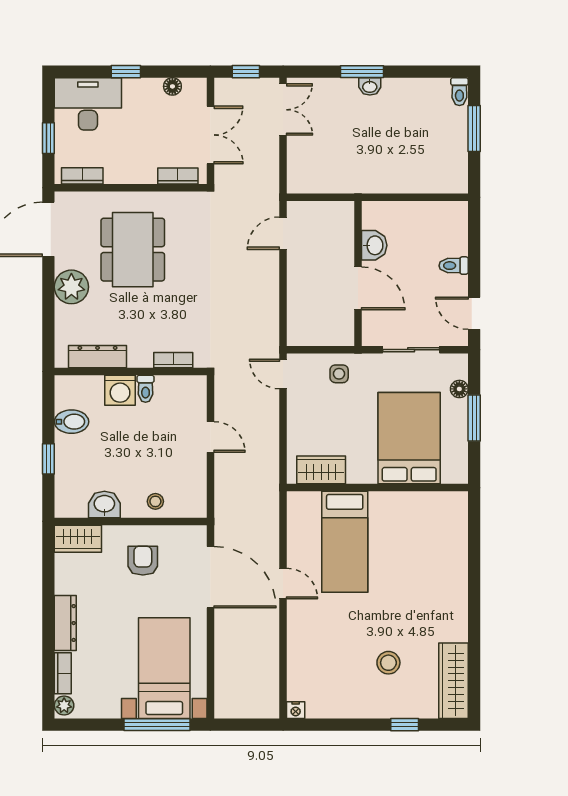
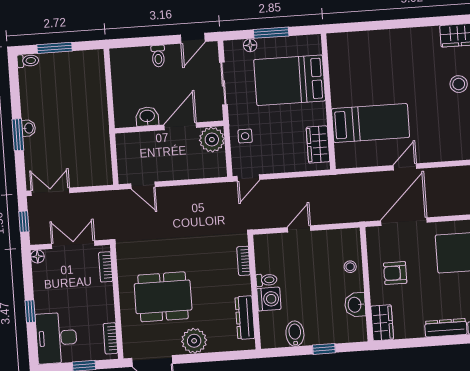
floor lamp: (172, 86) -> (38, 257), moved
plant: (337, 329) -> (212, 140), added

